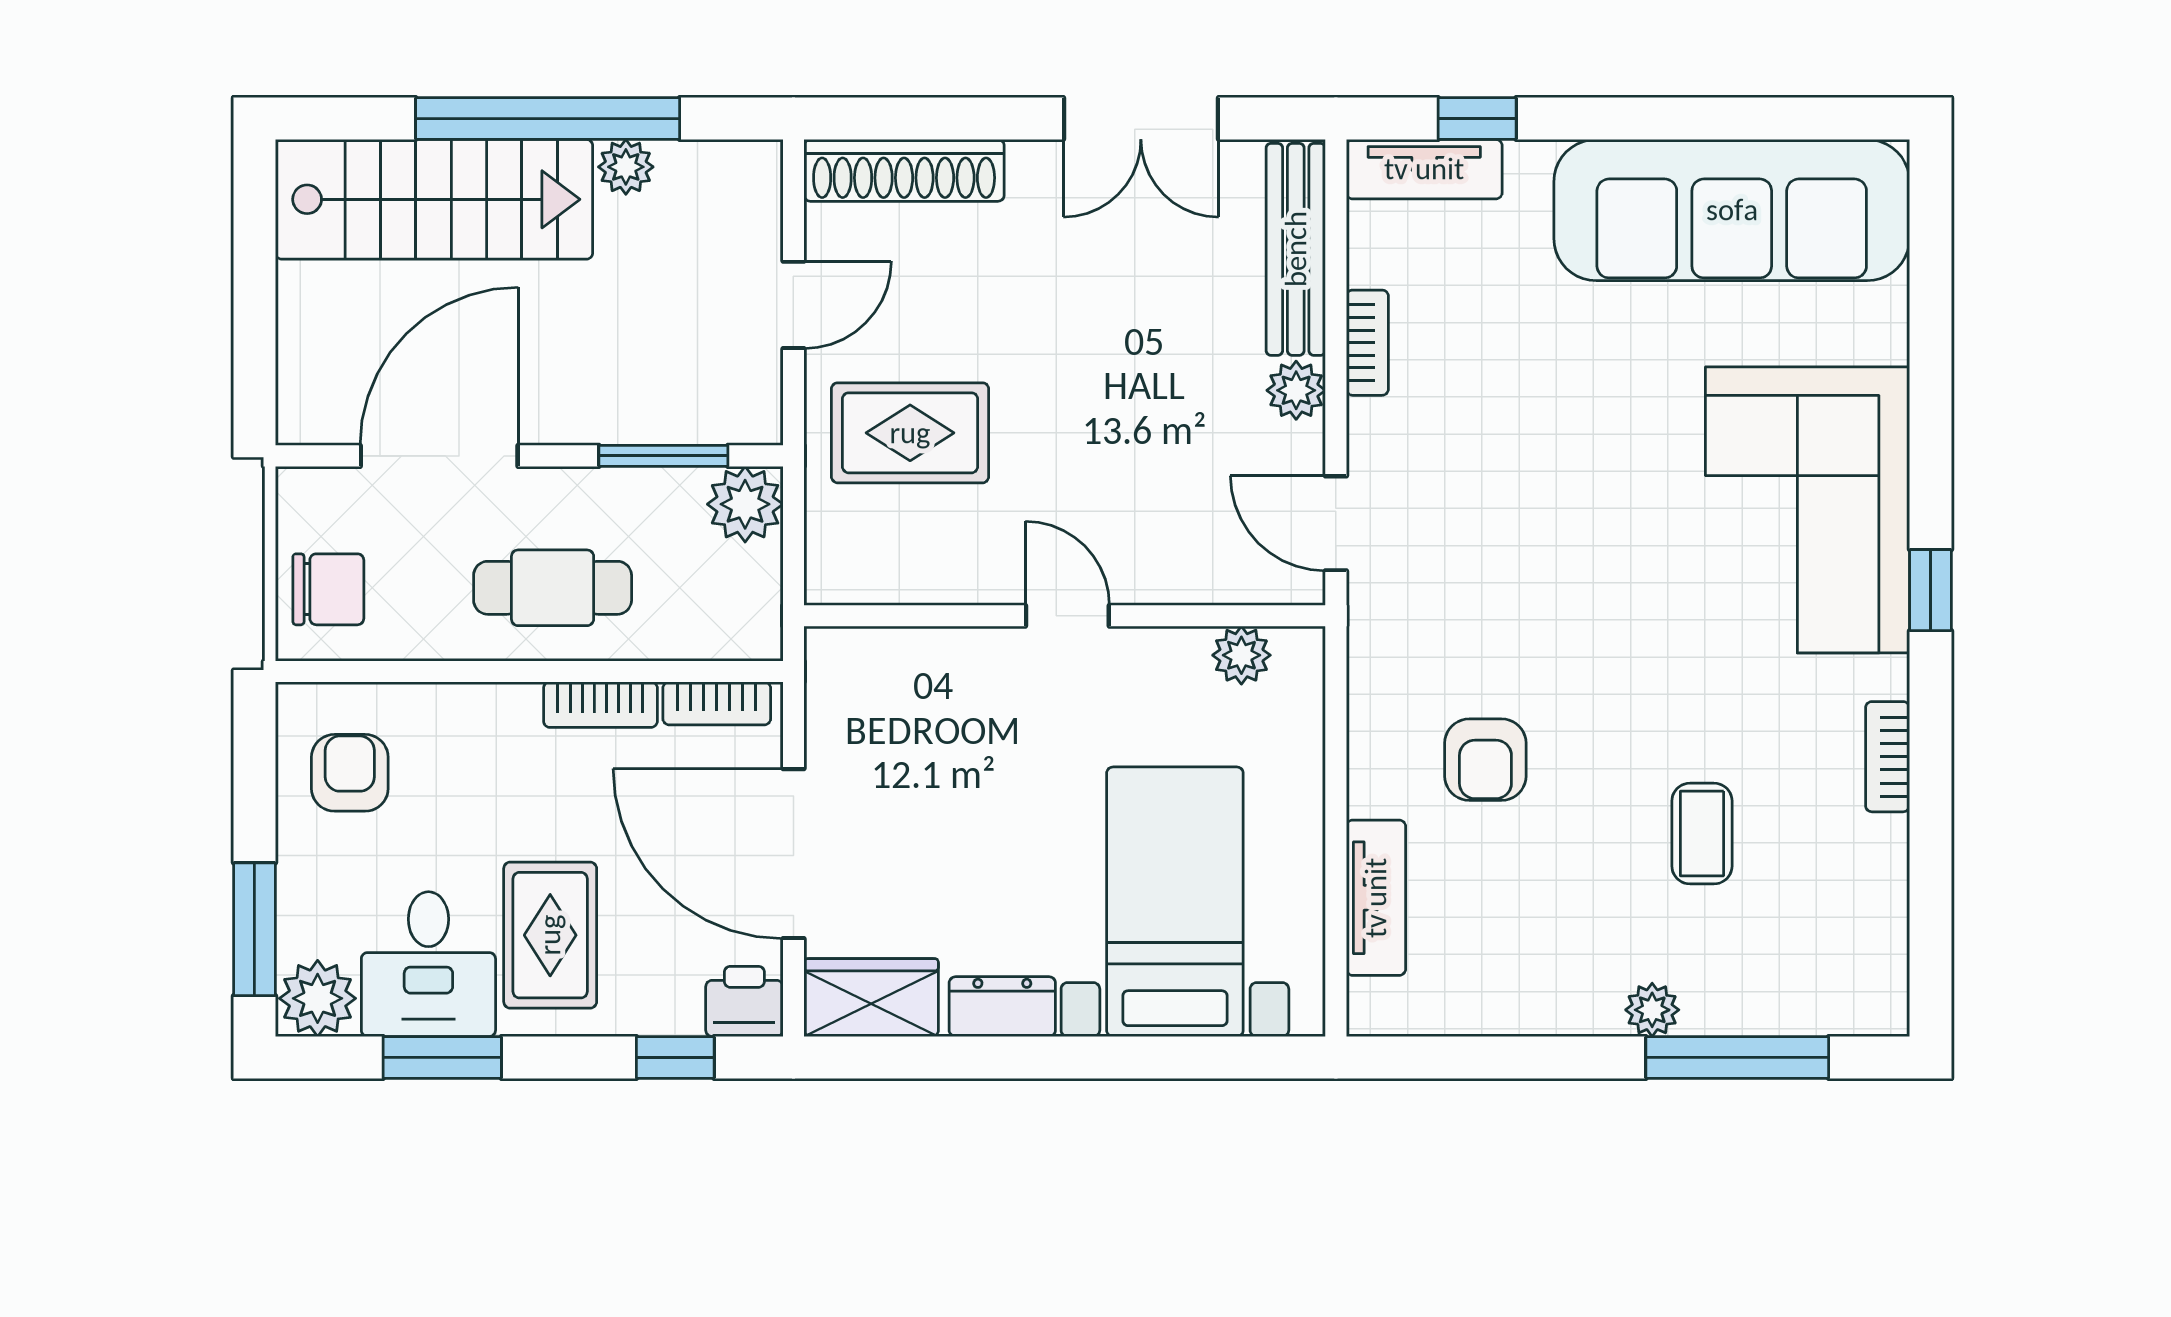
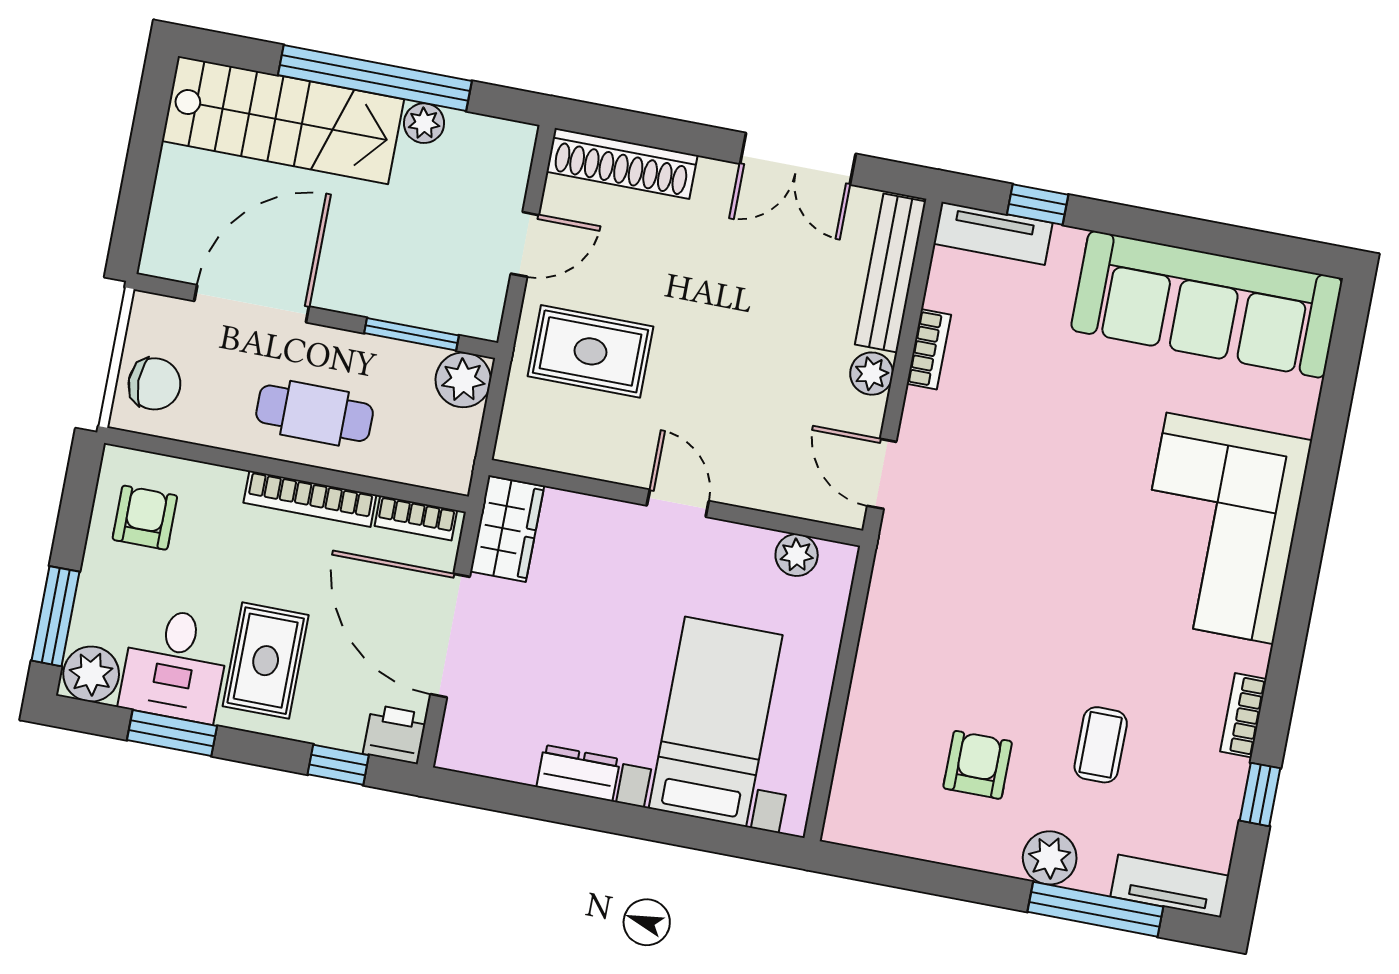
window: (1930, 590) -> (1260, 794), moved
bookcase: (600, 705) -> (310, 499), width x1.56
armchair: (1485, 760) -> (978, 765), moved, turned 180
tv unit: (1376, 898) -> (1170, 886), moved, turned -90
wardrobe: (871, 998) -> (507, 529), moved, turned 90
plant: (1652, 1010) -> (1050, 858), width x1.38, depth x1.38

